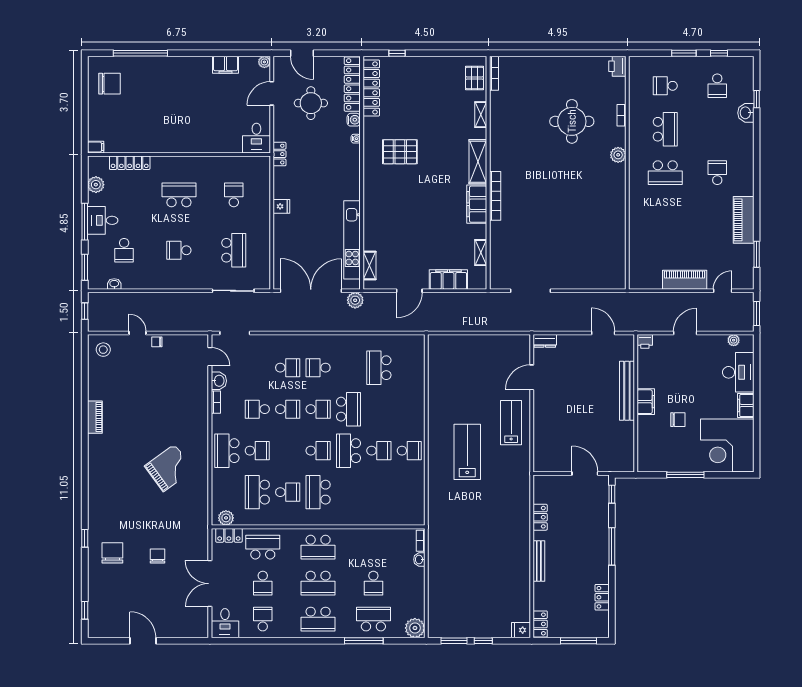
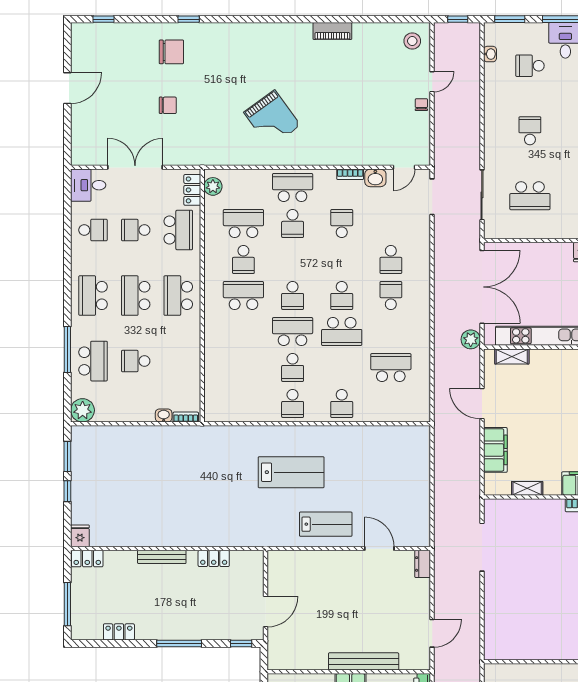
school desk: (288, 409) -> (342, 404), moved

